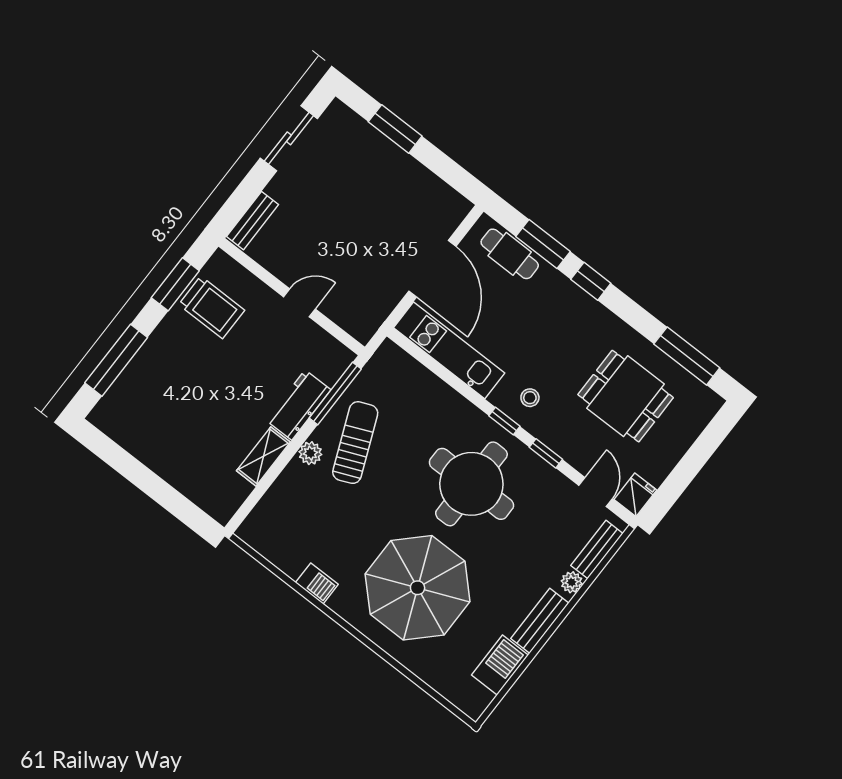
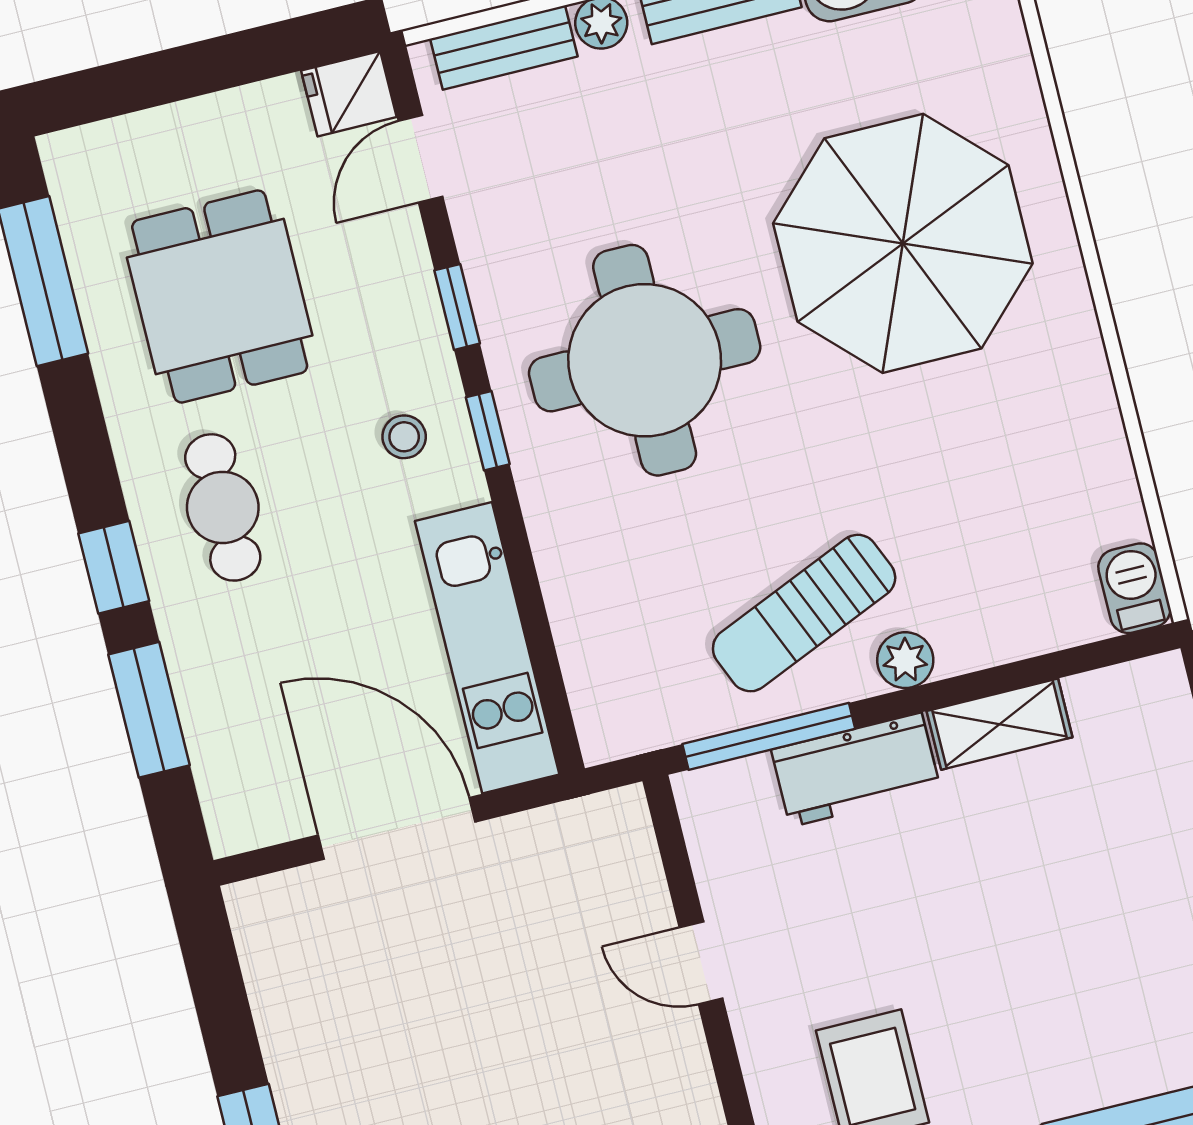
cafe table: (510, 254) -> (223, 507), moved
door: (432, 269) -> (397, 828), hinge flipped
barbecue: (317, 584) -> (1134, 588), moved

